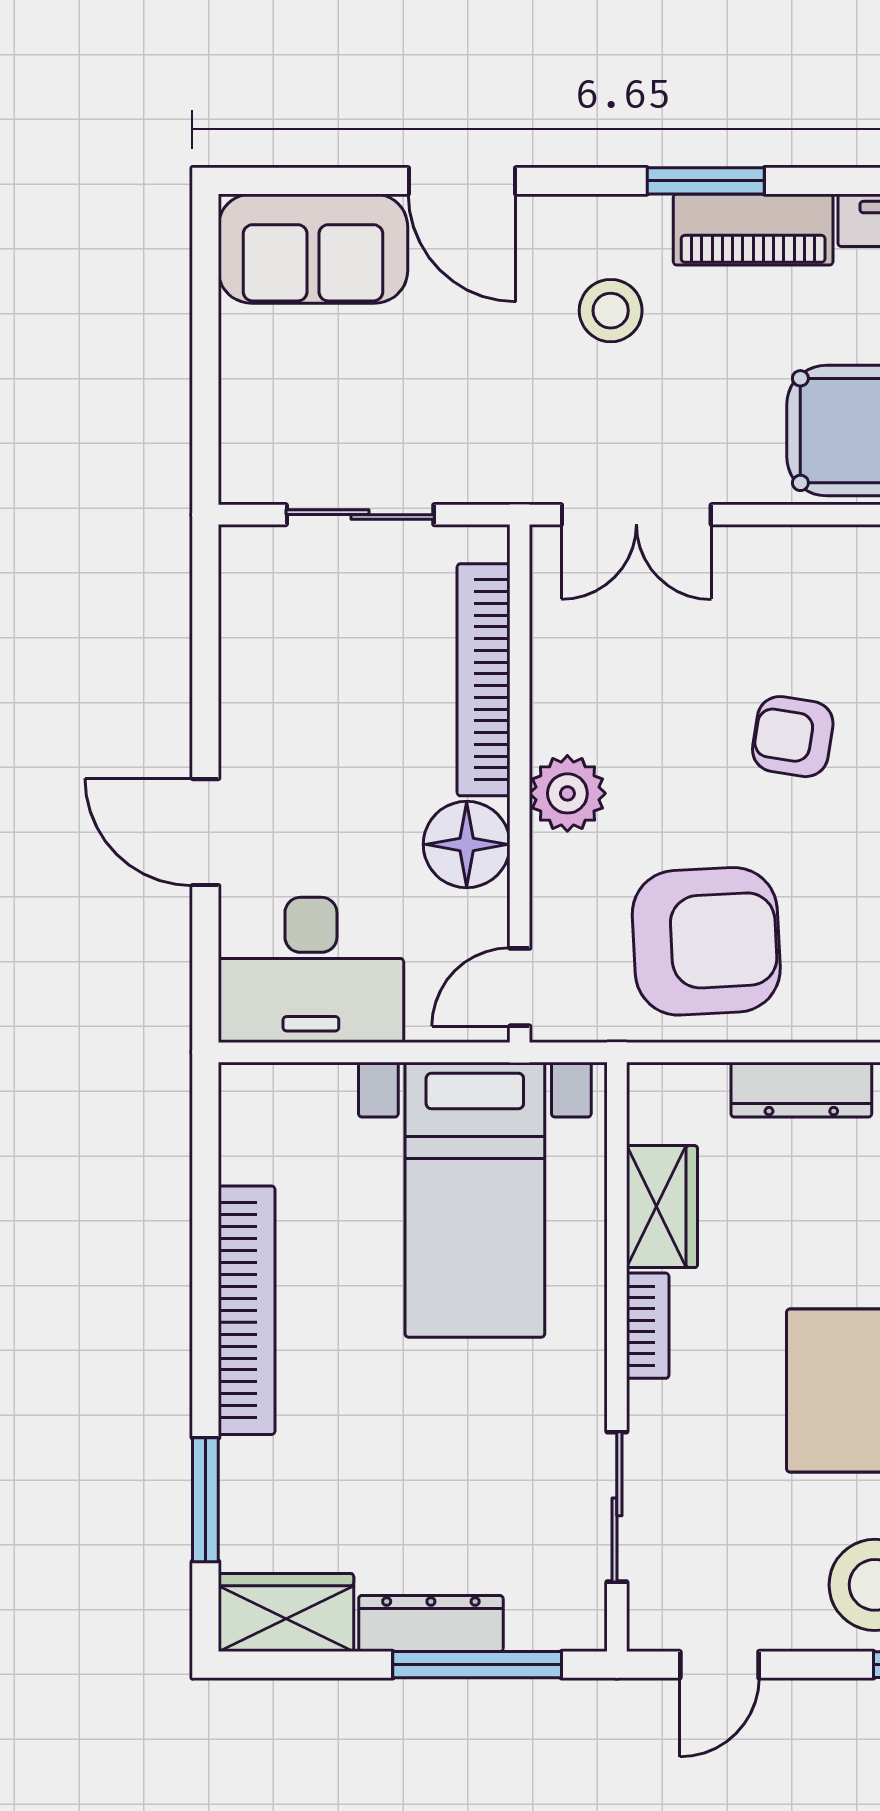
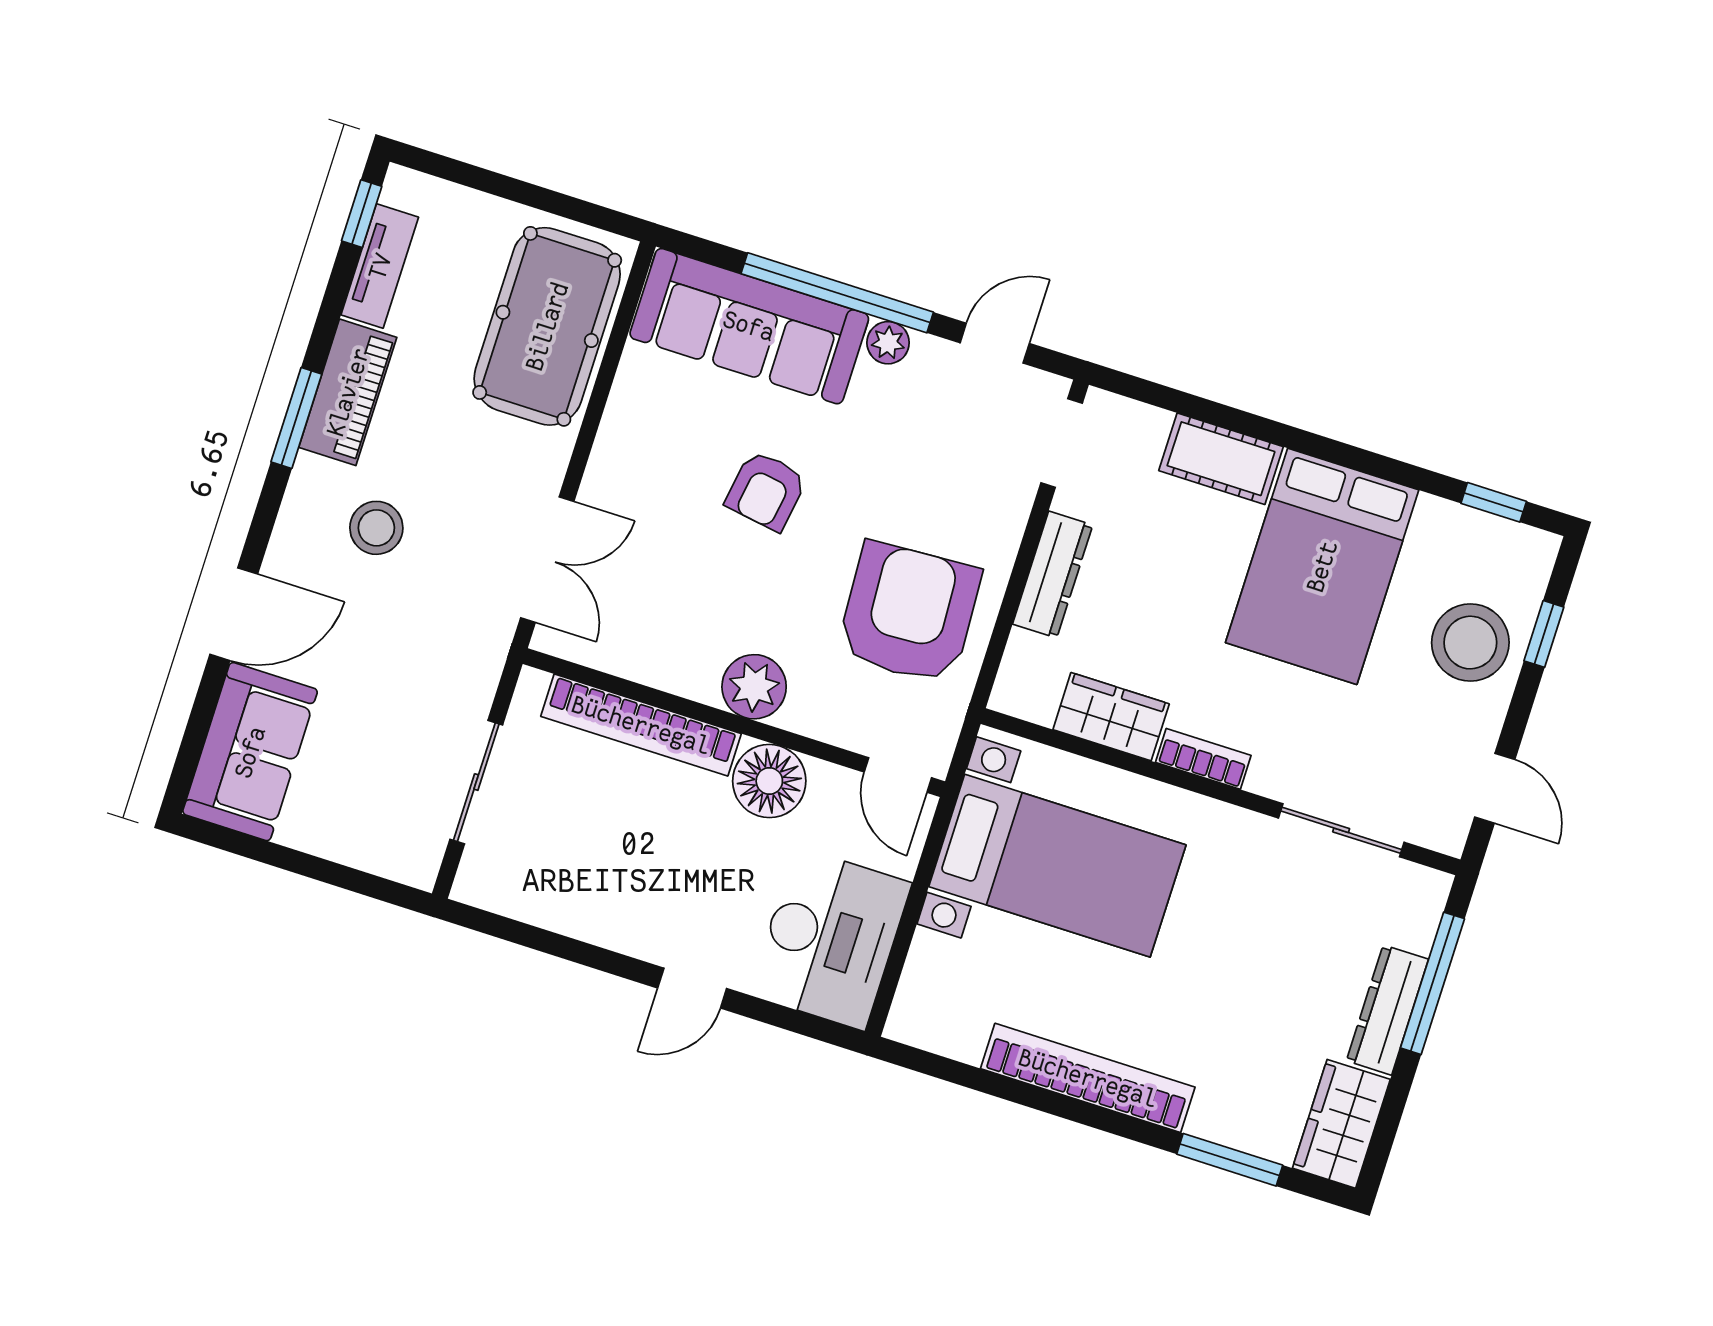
door: (205, 832) -> (692, 988), width x0.73

